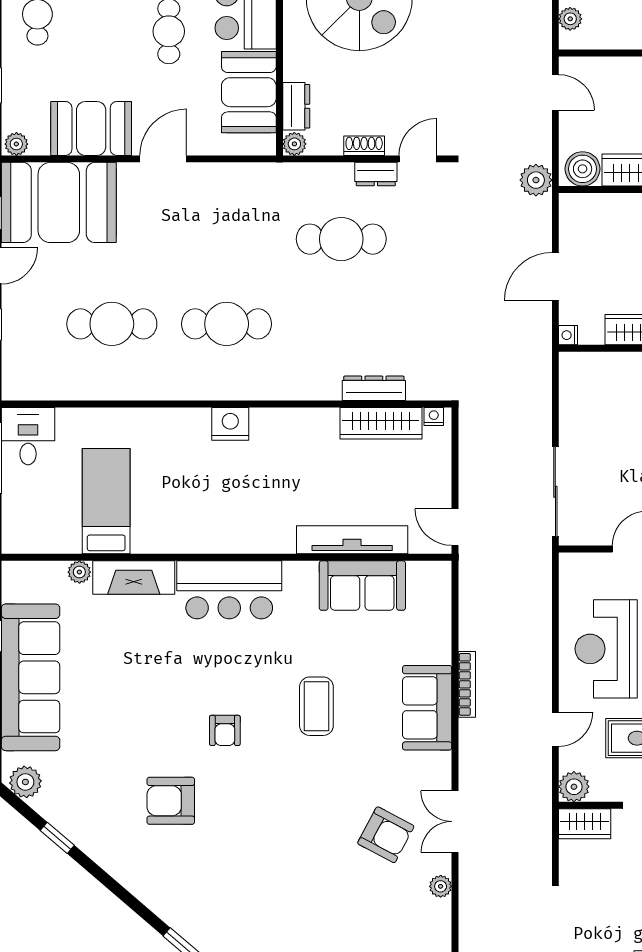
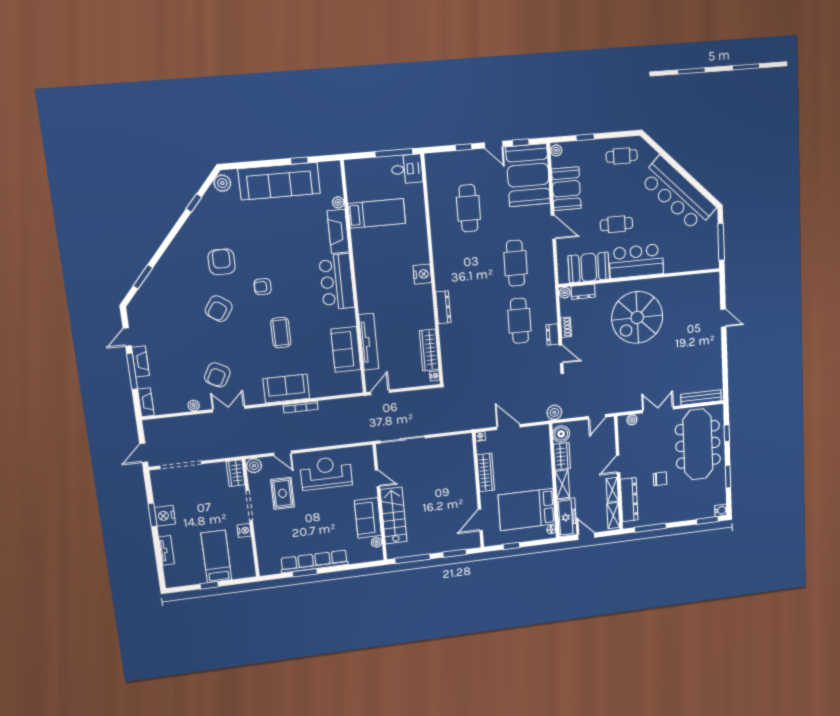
cafe table: (227, 324) -> (515, 263), moved
dresser: (374, 388) -> (443, 307), moved
coffee table: (316, 706) -> (281, 333), turned 90
armchair: (259, 817) -> (219, 309), added

